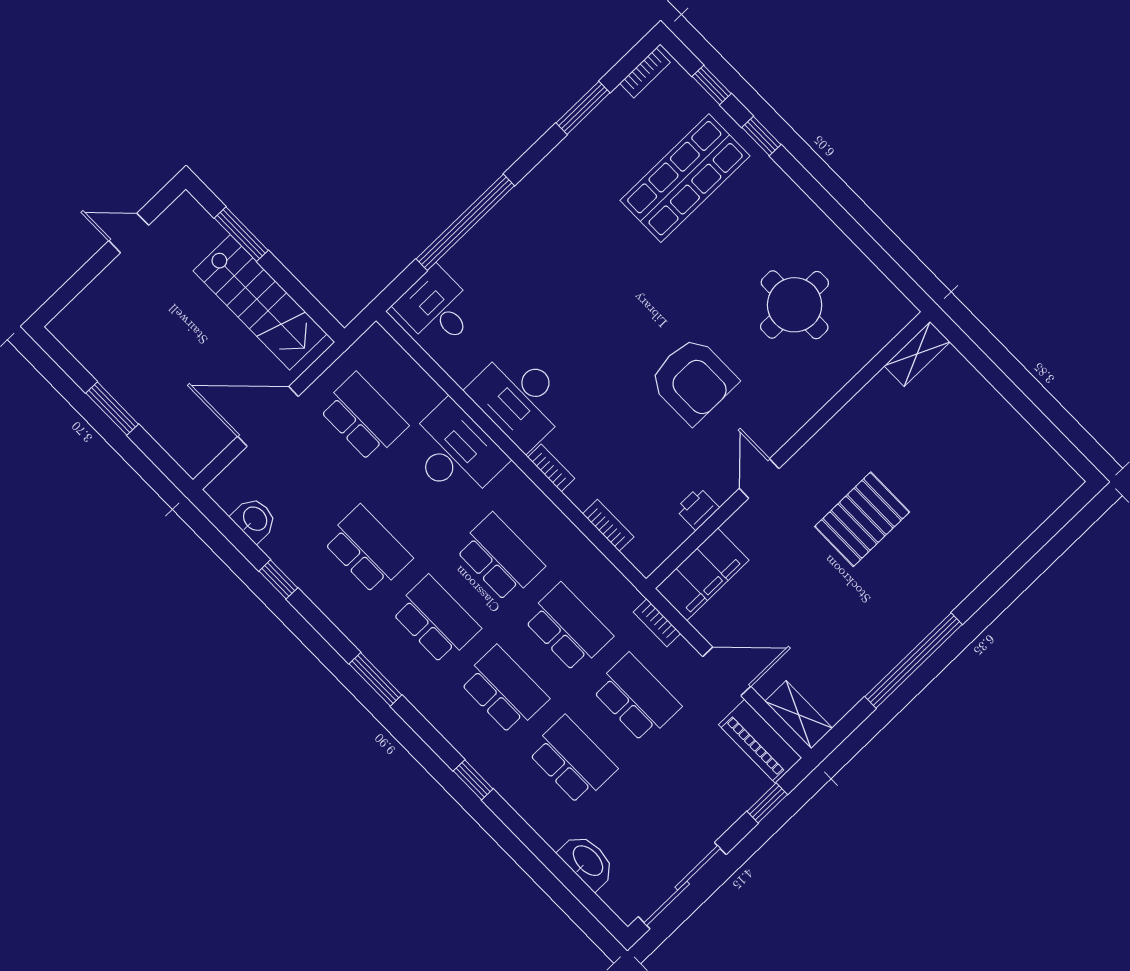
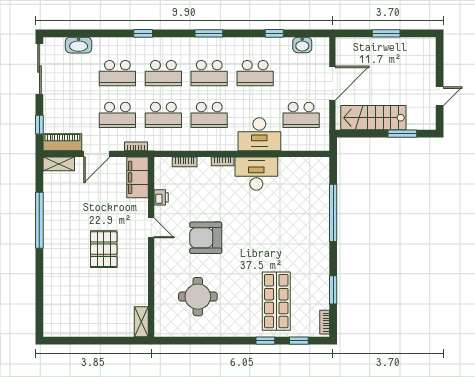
desk: (437, 308) -> (314, 175), removed

